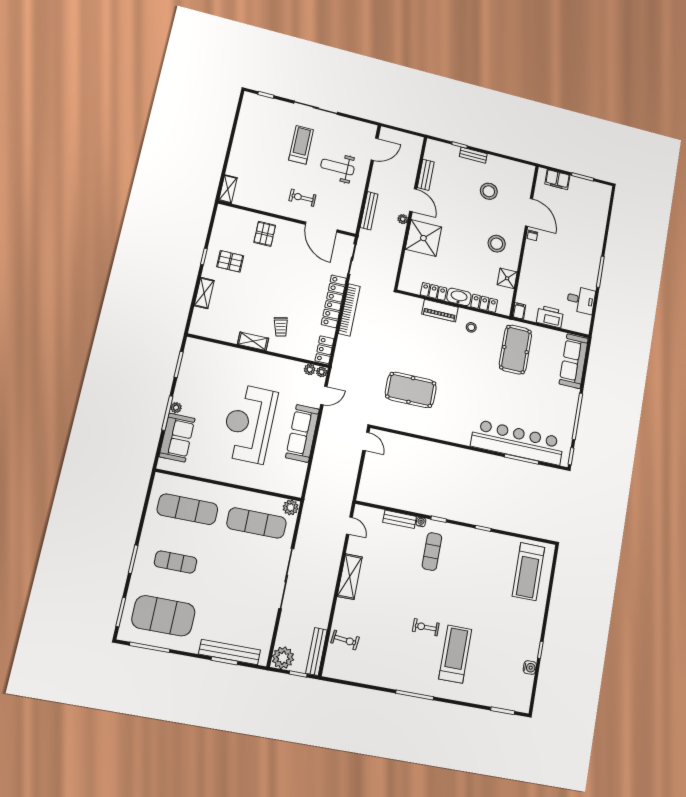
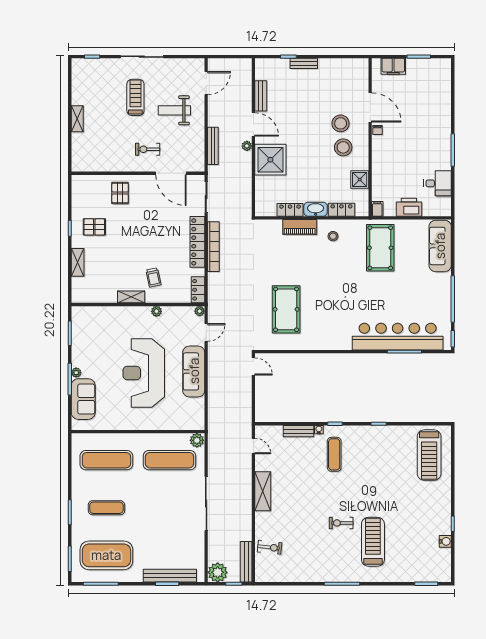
shelving: (228, 189) -> (77, 119), moved
stool: (489, 191) -> (341, 123), moved
plant: (310, 370) -> (156, 311), moved
pool table: (411, 390) -> (286, 309), turned 90

